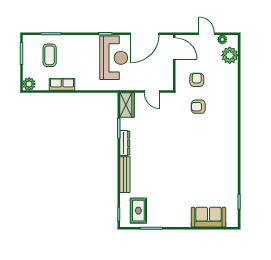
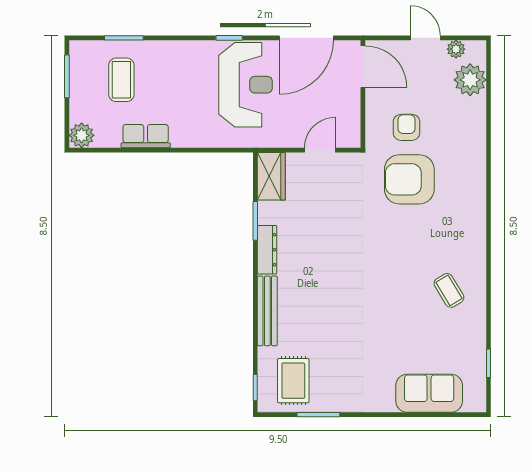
door: (152, 92) -> (320, 150), swing flipped
armchair: (198, 107) -> (409, 179), width x1.88, depth x1.88
coffee table: (219, 164) -> (449, 290), added

